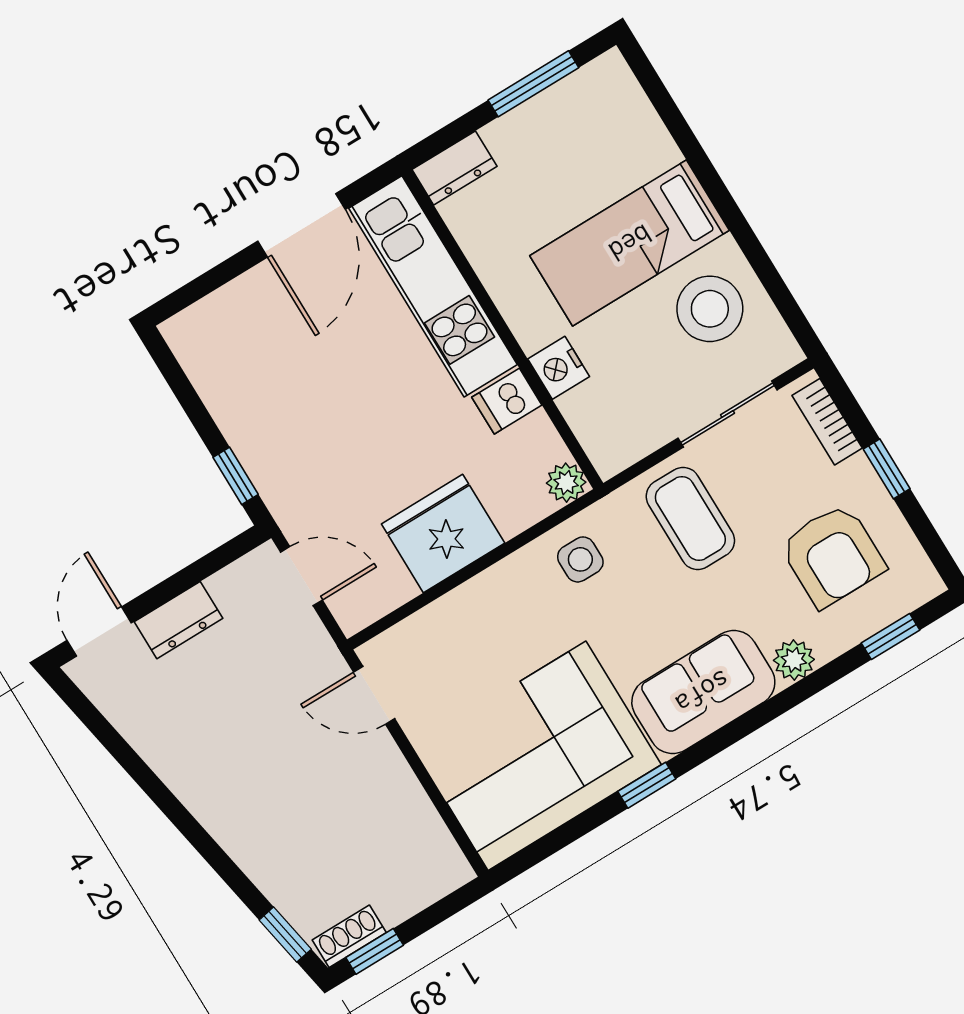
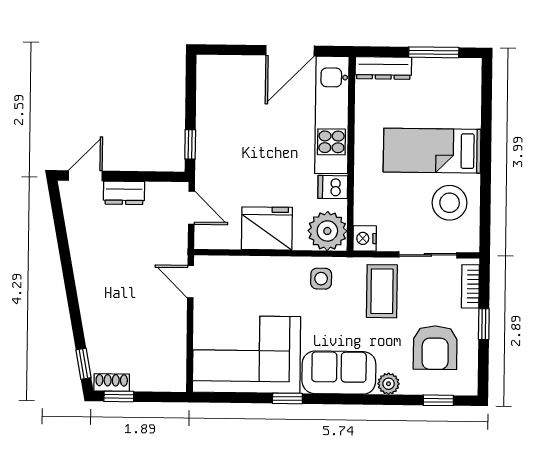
dresser: (454, 168) -> (383, 68), width x1.44
nightstand: (559, 368) -> (365, 238), moved
plant: (566, 483) -> (327, 231), width x1.87, depth x1.87

